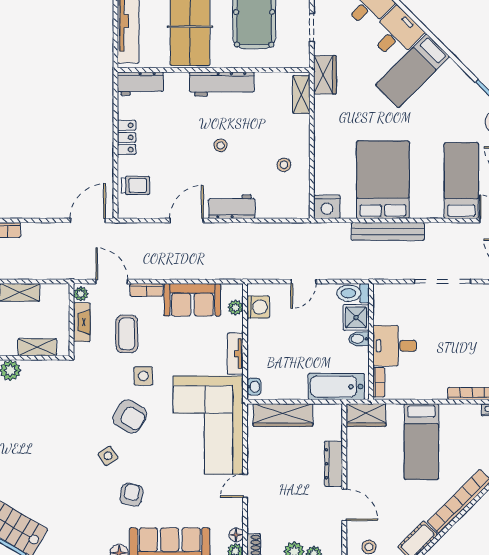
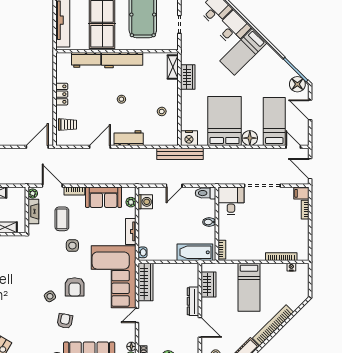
wardrobe: (325, 75) -> (188, 77), moved
workbench: (140, 84) -> (86, 60), moved
floor lamp: (423, 207) -> (250, 138), added
bench: (388, 231) -> (180, 154), moved
shower: (356, 317) -> (207, 208), removed
desk: (395, 346) -> (231, 201), moved, turned 90
wardrobe: (283, 415) -> (146, 282), moved, turned -90
wardrobe: (366, 415) -> (208, 285), moved, turned -90
armchair: (130, 416) -> (75, 287), moved, turned 59

